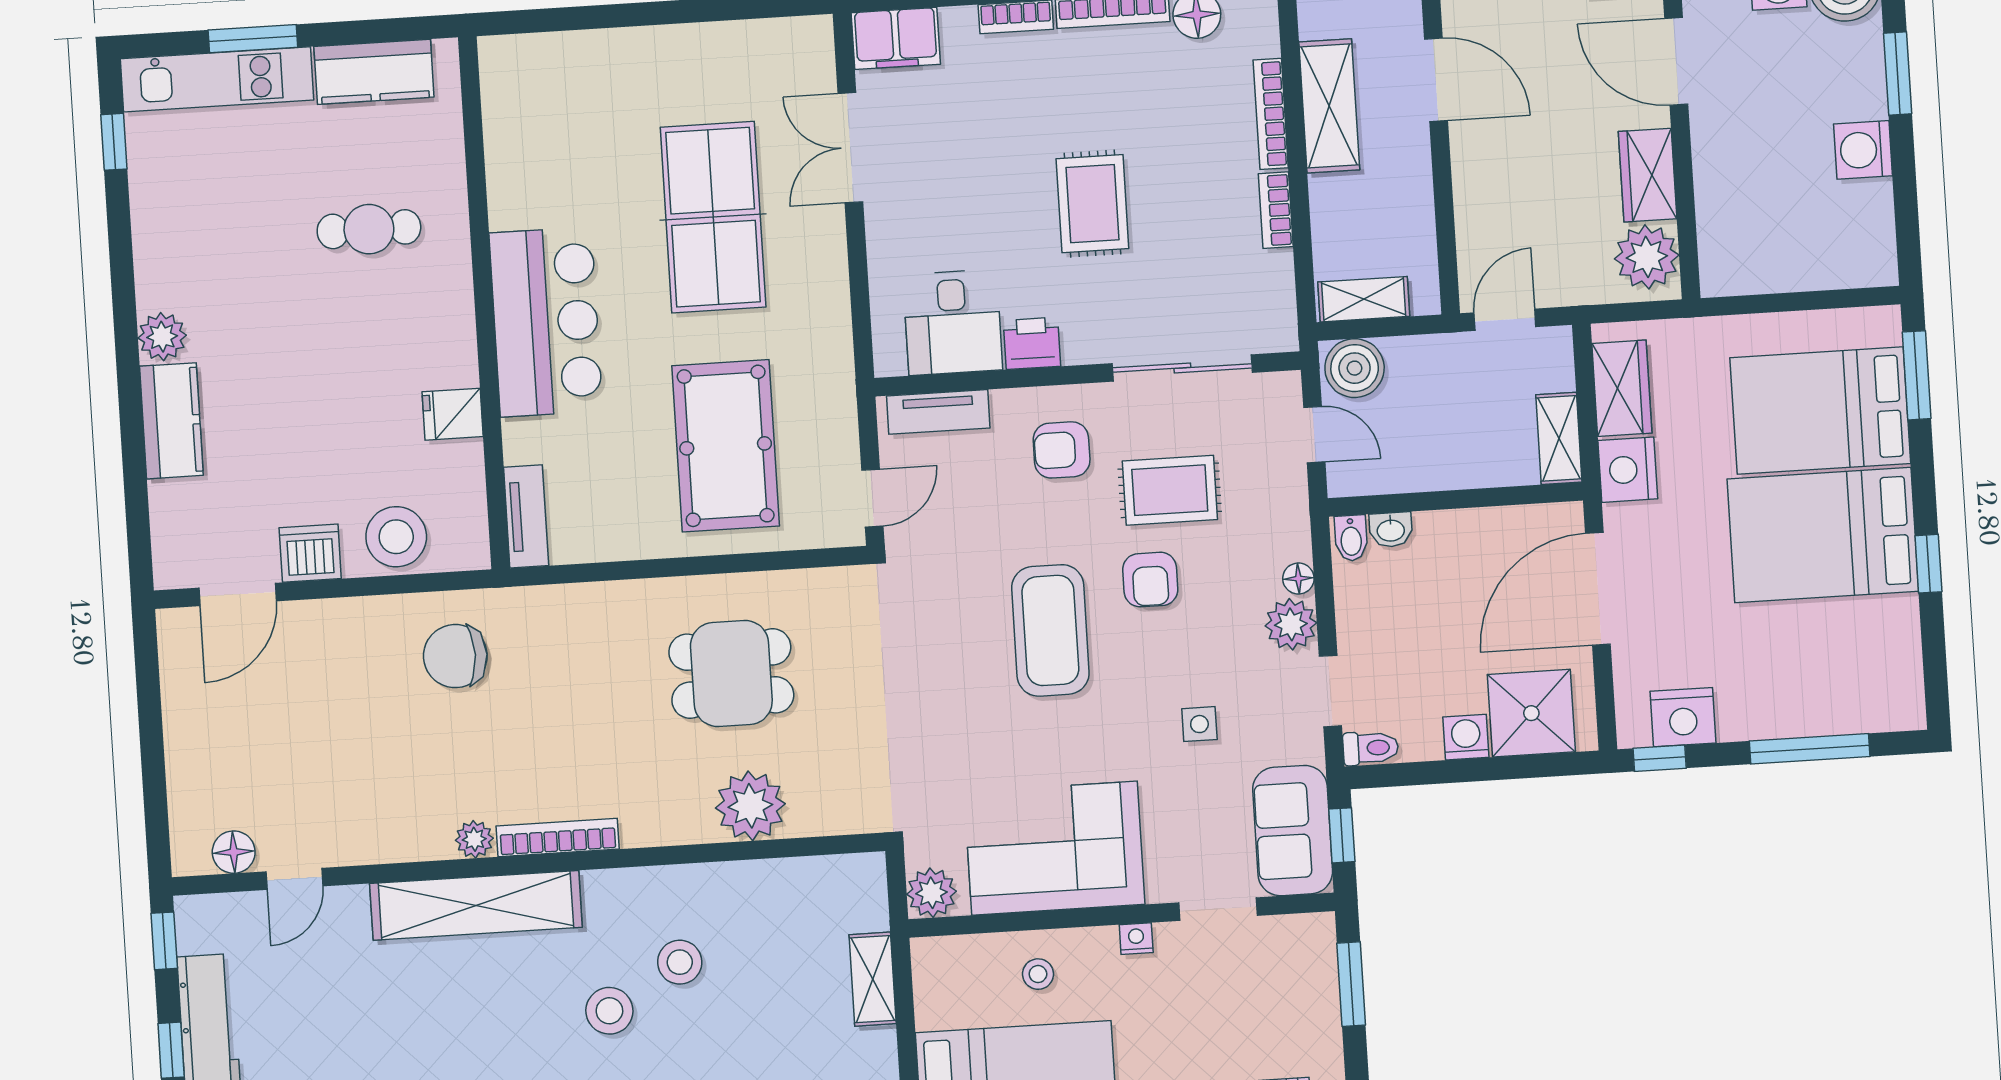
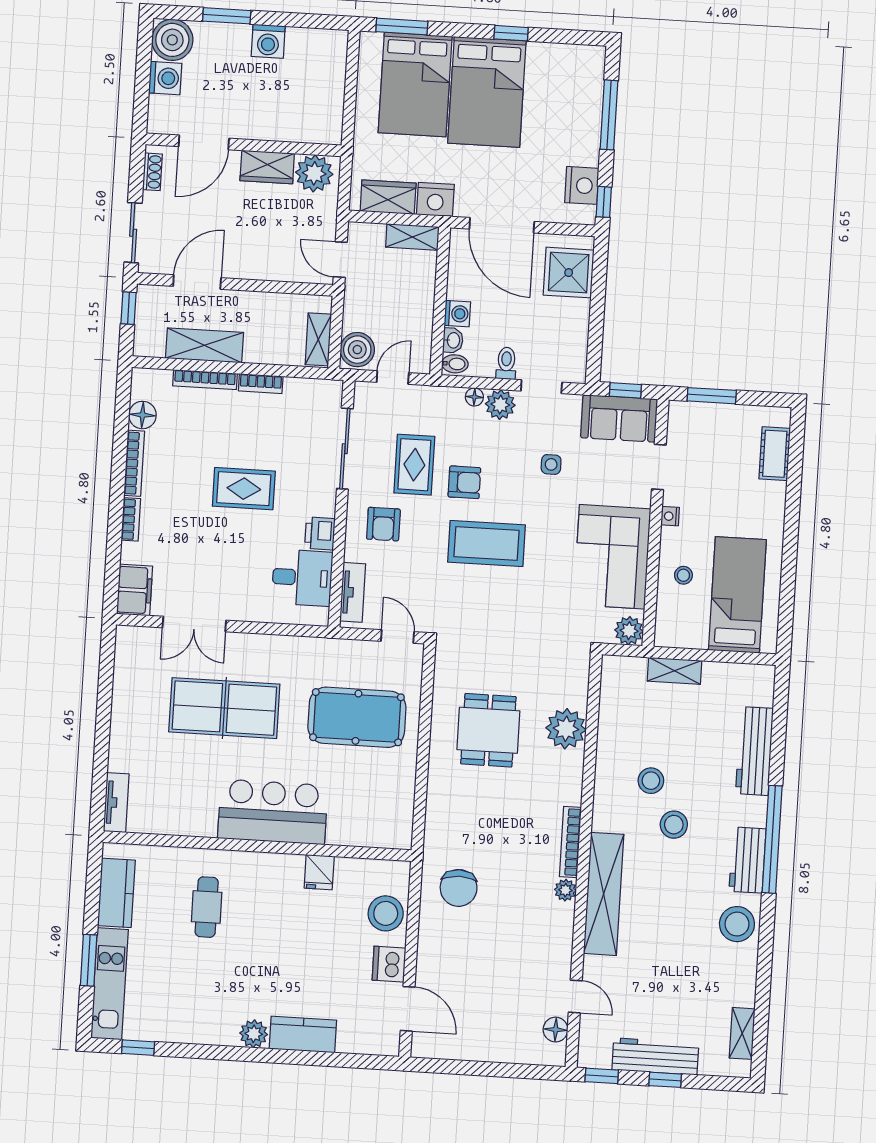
tv unit: (526, 516) -> (116, 803), moved, turned 90
washing machine: (1466, 737) -> (457, 314), moved, turned 180
toilet: (1371, 748) -> (506, 363), moved

